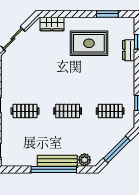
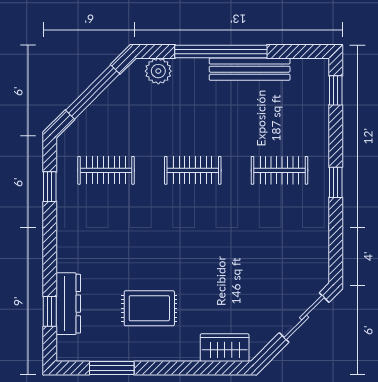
rug: (89, 43) -> (149, 308), width x0.73, depth x0.70
dresser: (129, 50) -> (68, 304), width x1.44
bench: (57, 161) -> (250, 69), moved

